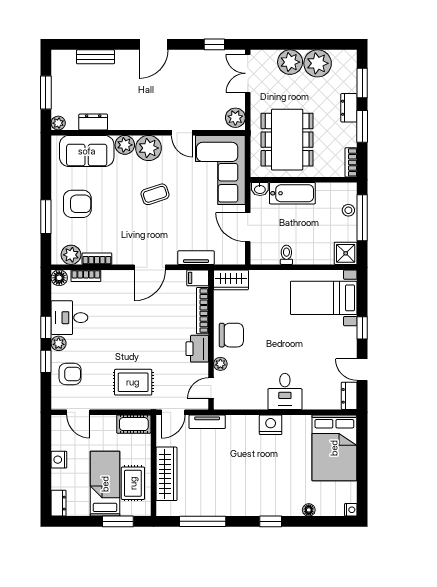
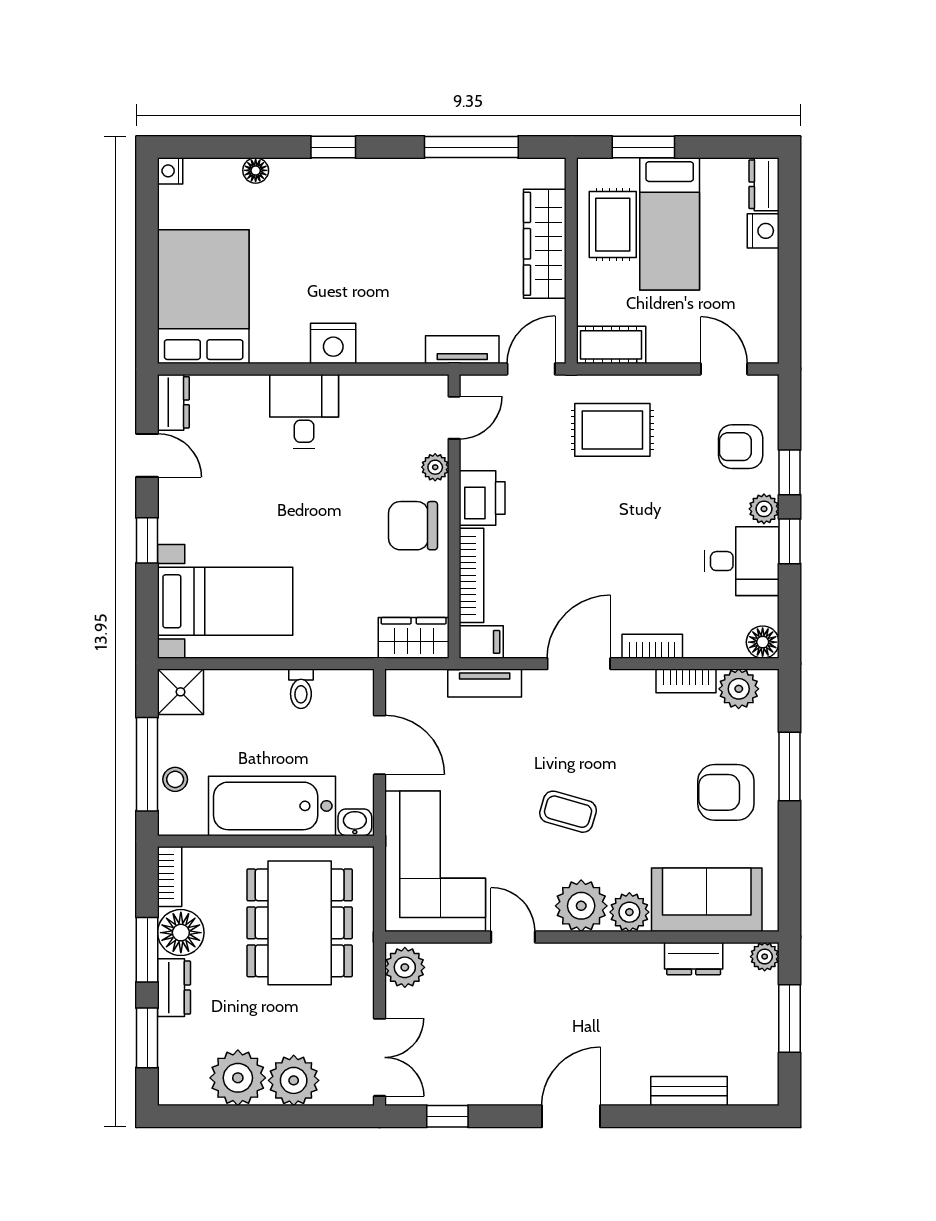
floor lamp: (346, 135) -> (181, 933), added
bathtub: (292, 193) -> (272, 806), width x1.36, depth x1.36
coffee table: (155, 194) -> (568, 812), turned 34
bookcase: (86, 276) -> (652, 646), moved
nightstand: (59, 460) -> (763, 231), moved

